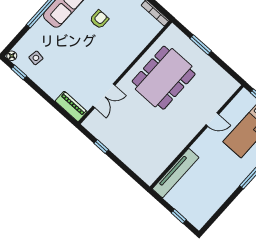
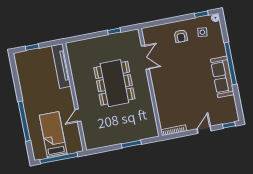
armchair: (99, 19) -> (181, 36), moved
dining table: (164, 78) -> (114, 83), moved
double door: (104, 96) -> (145, 57), swing flipped
piano: (71, 106) -> (154, 31), removed

